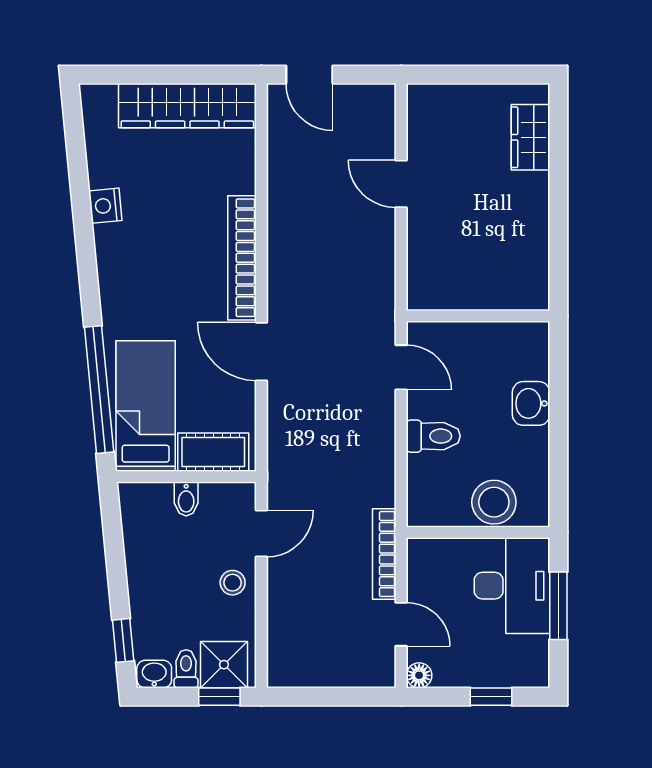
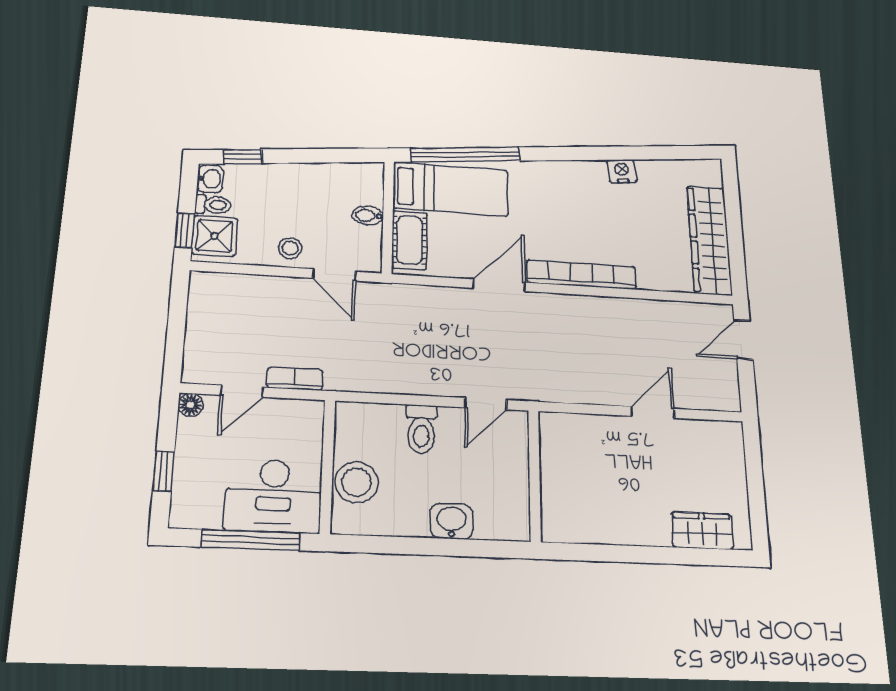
bookcase: (384, 554) -> (295, 379), width x0.64
window: (558, 606) -> (251, 540), width x1.44

